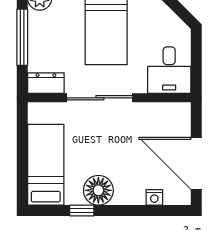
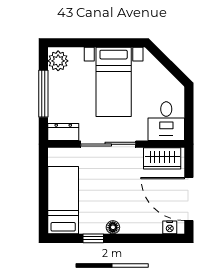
wardrobe: (164, 115) -> (162, 158), added
floor lamp: (98, 190) -> (113, 227), width x0.53, depth x0.53
nightstand: (154, 197) -> (170, 227), moved

